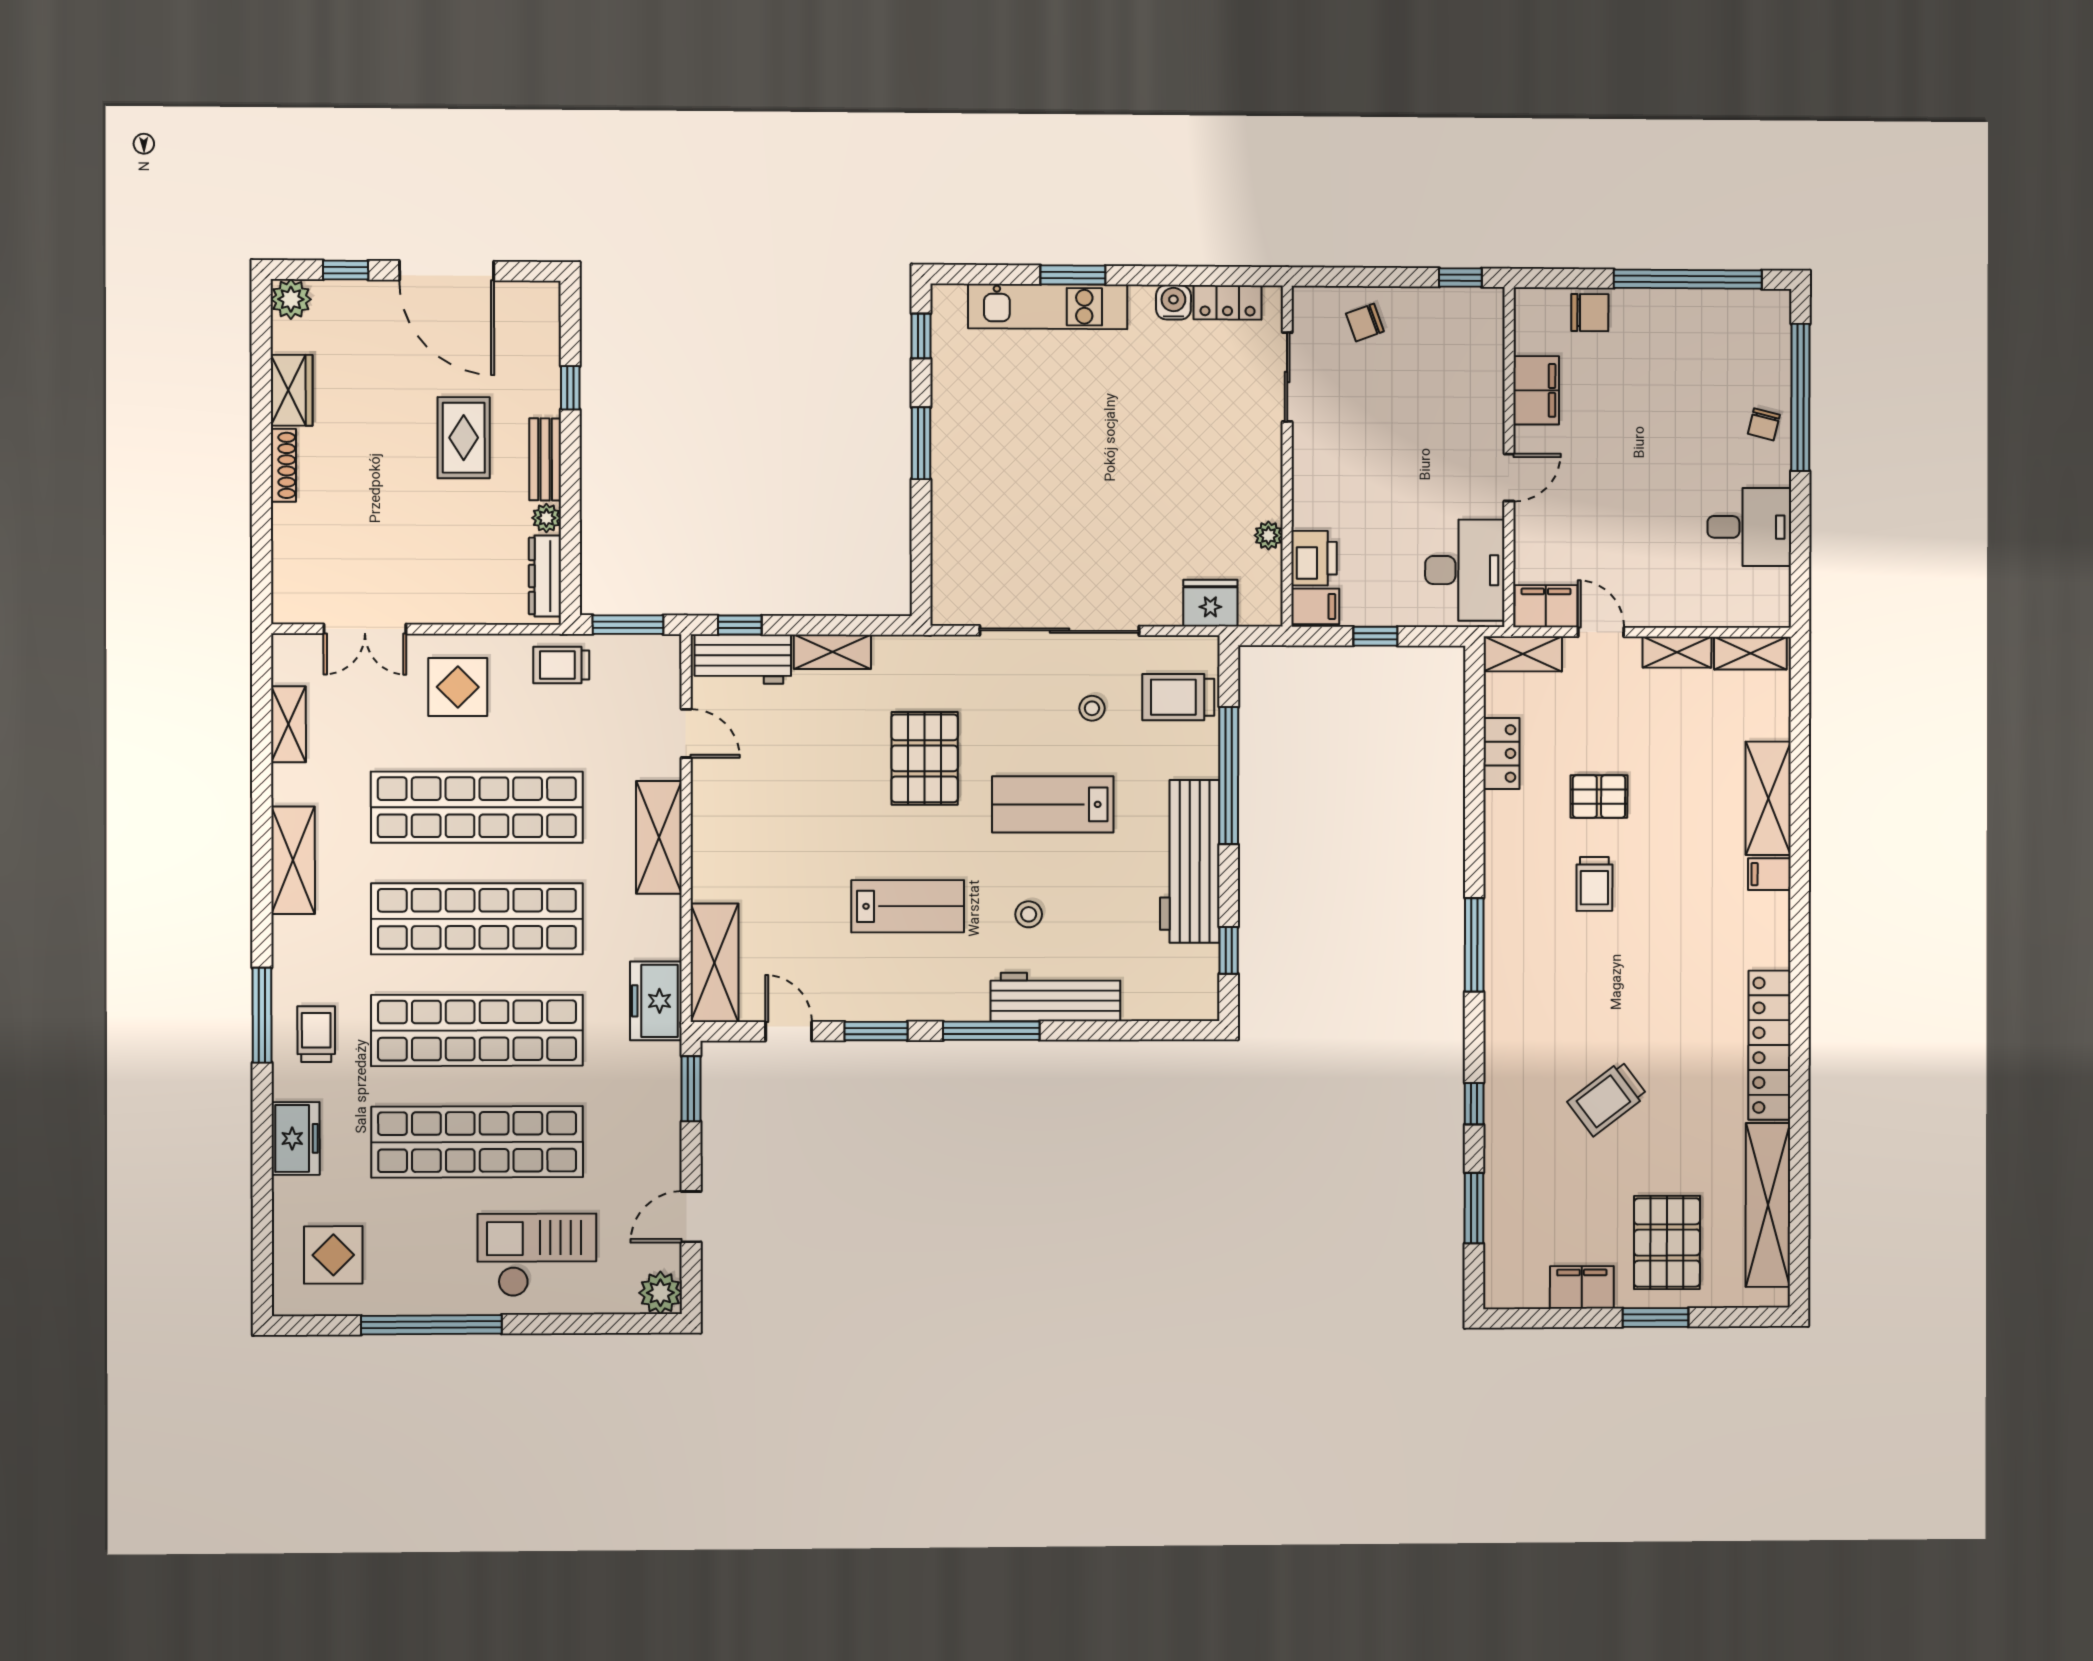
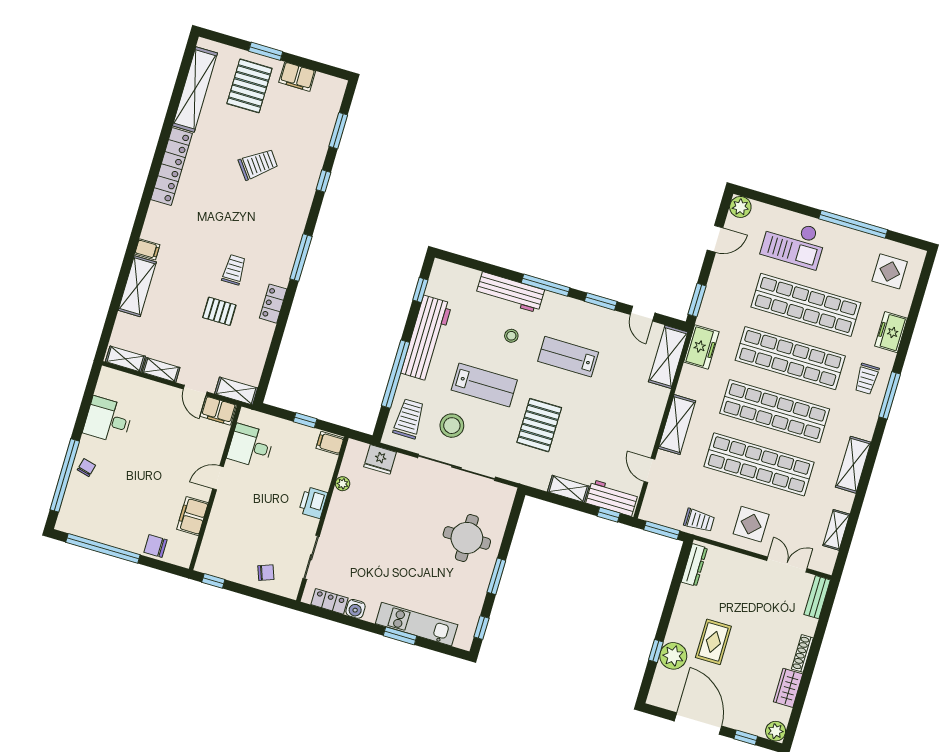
bench: (545, 459) -> (817, 597), moved
round table: (1000, 501) -> (467, 538), added
plant: (546, 518) -> (673, 656), moved, width x1.88, depth x1.88
printer: (1314, 558) -> (313, 503), moved
desk: (1465, 570) -> (251, 446), width x0.73
trolley: (1178, 697) -> (409, 419), turned -90
stool: (1092, 708) -> (452, 426), width x1.89, depth x1.89
locker: (1501, 753) -> (273, 304), moved

